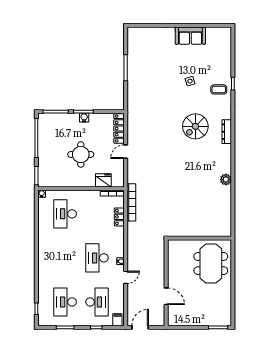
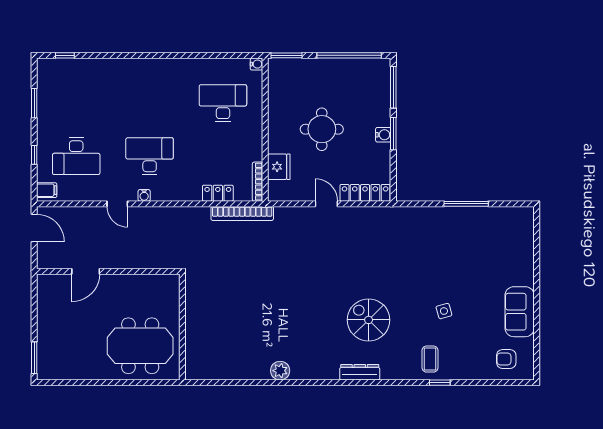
armchair: (219, 44) -> (506, 359), added
desk: (65, 302) -> (76, 103), removed

